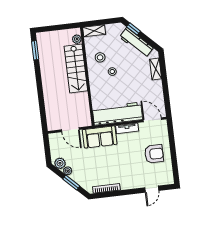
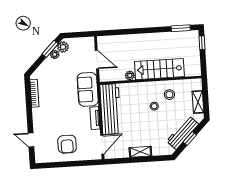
window: (48, 29) -> (202, 43), added
window: (133, 29) -> (190, 138), moved
shelving: (94, 31) -> (198, 102), moved
plant: (77, 39) -> (130, 75), moved
shelving: (156, 69) -> (140, 152), moved
door: (70, 130) -> (97, 60), swing flipped
window: (71, 183) -> (50, 49), moved

